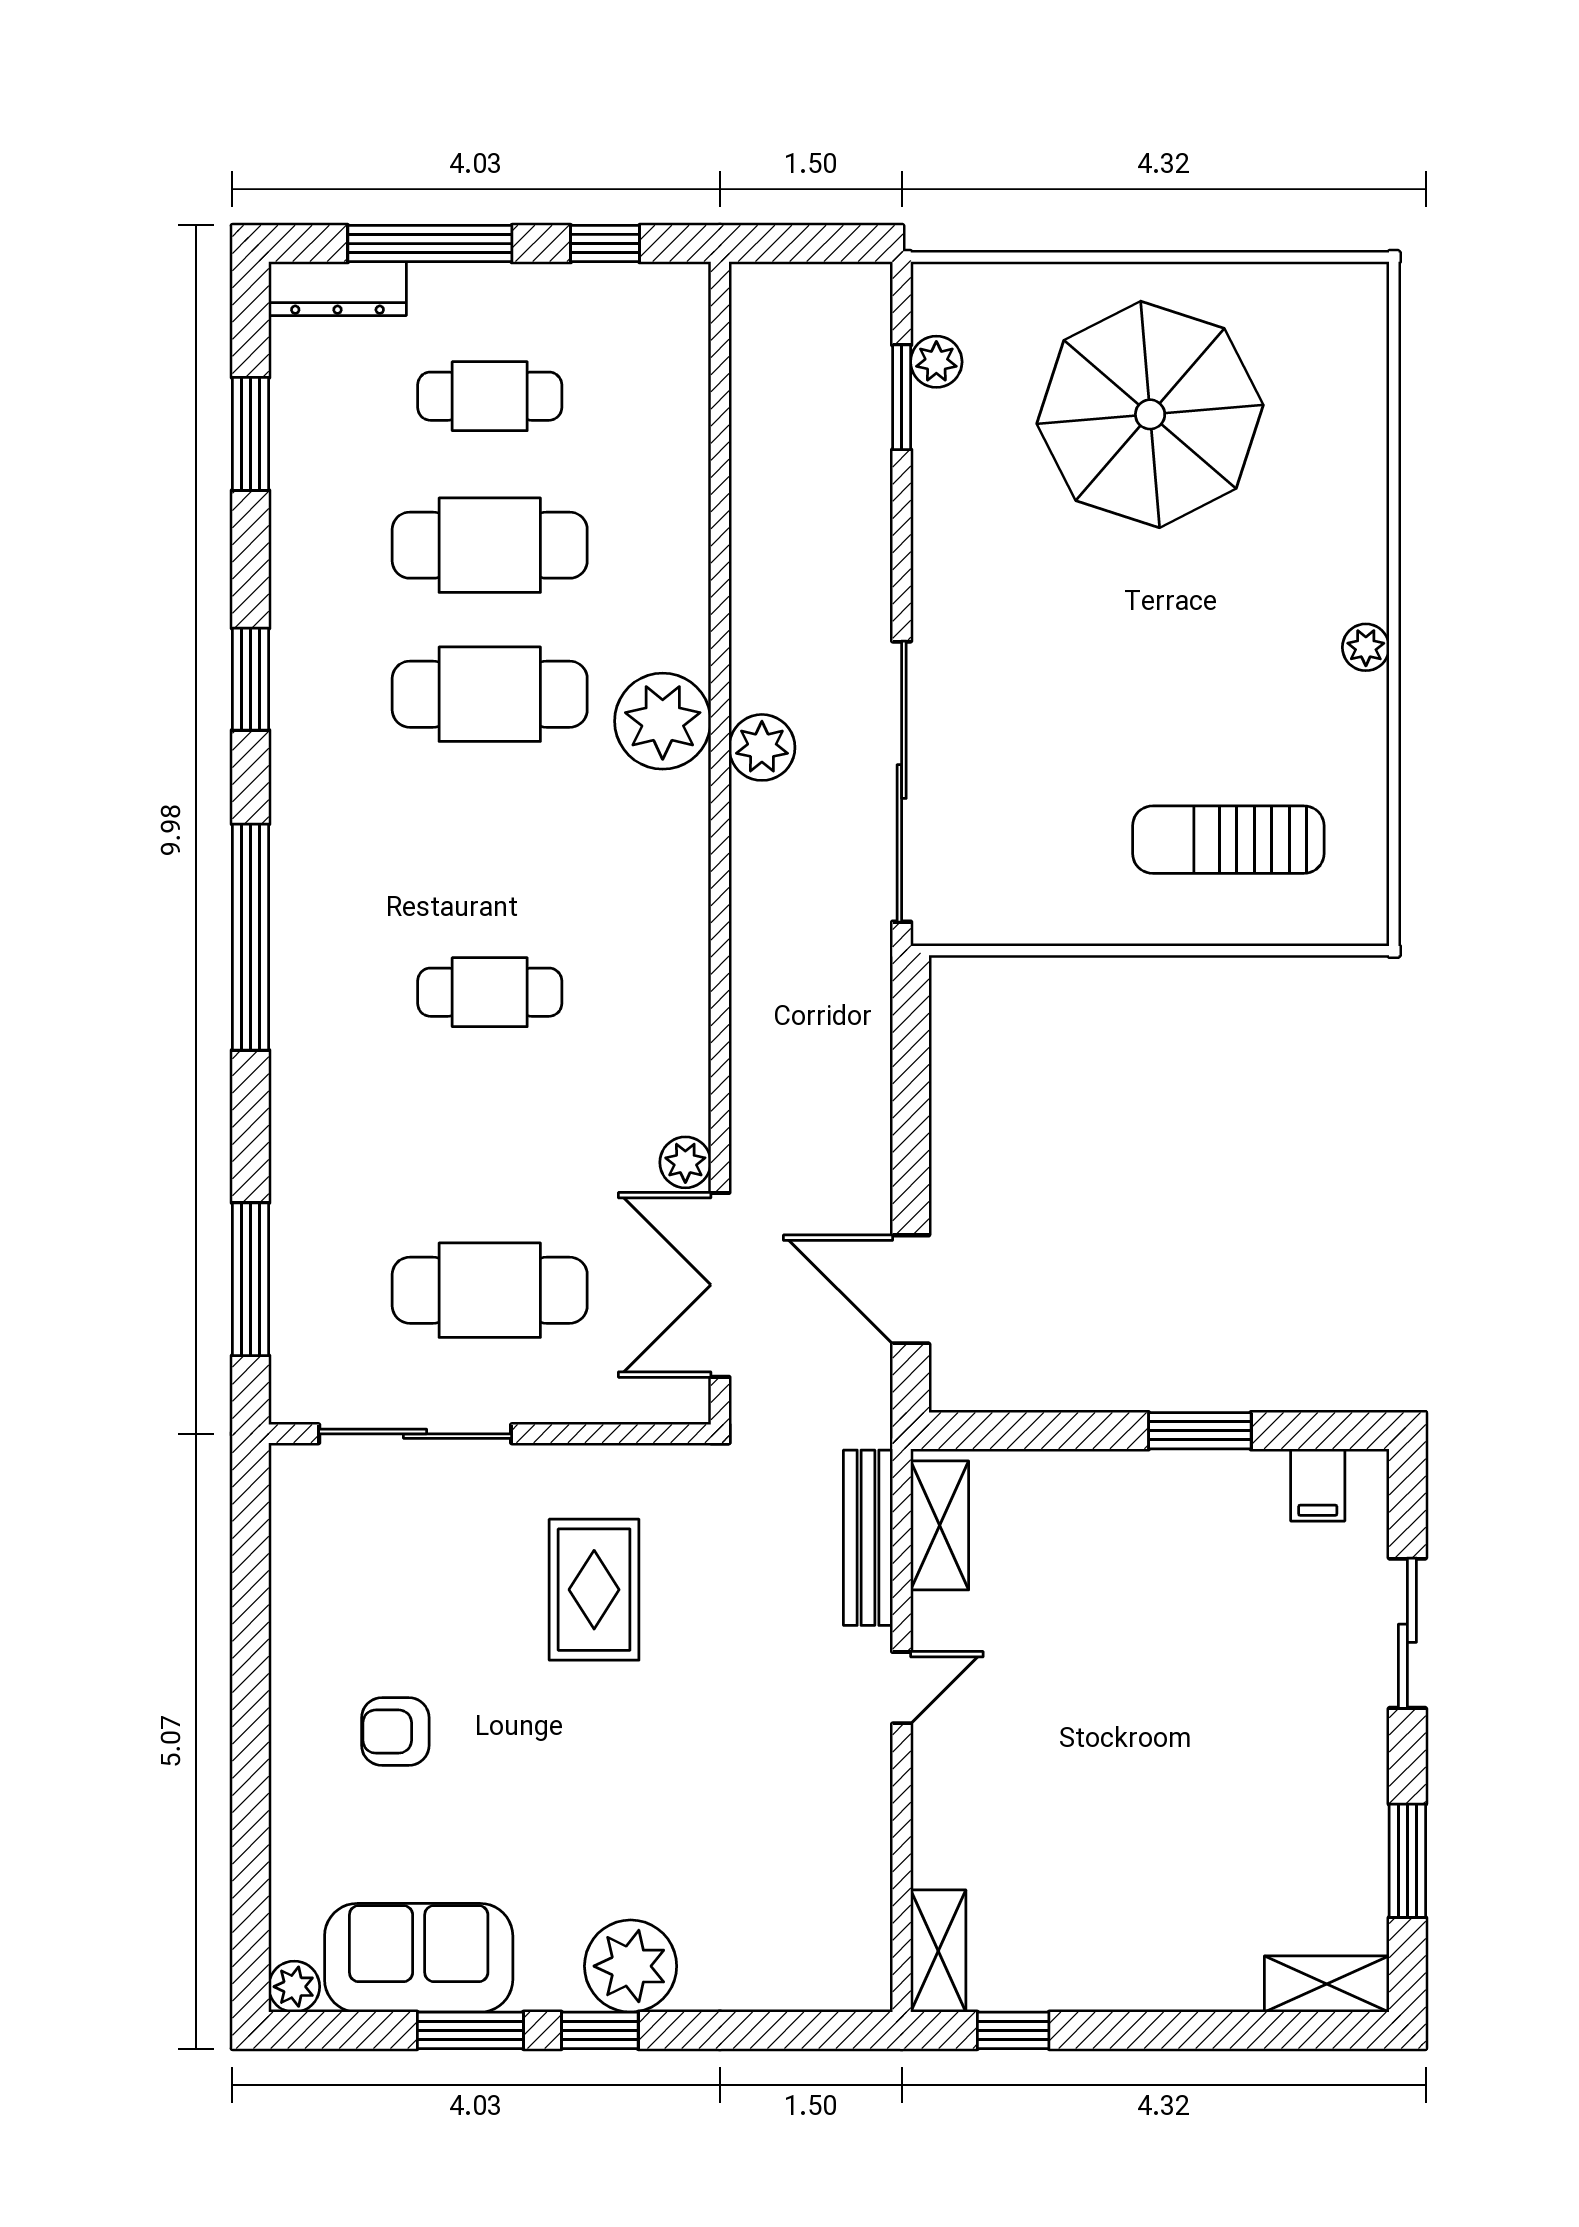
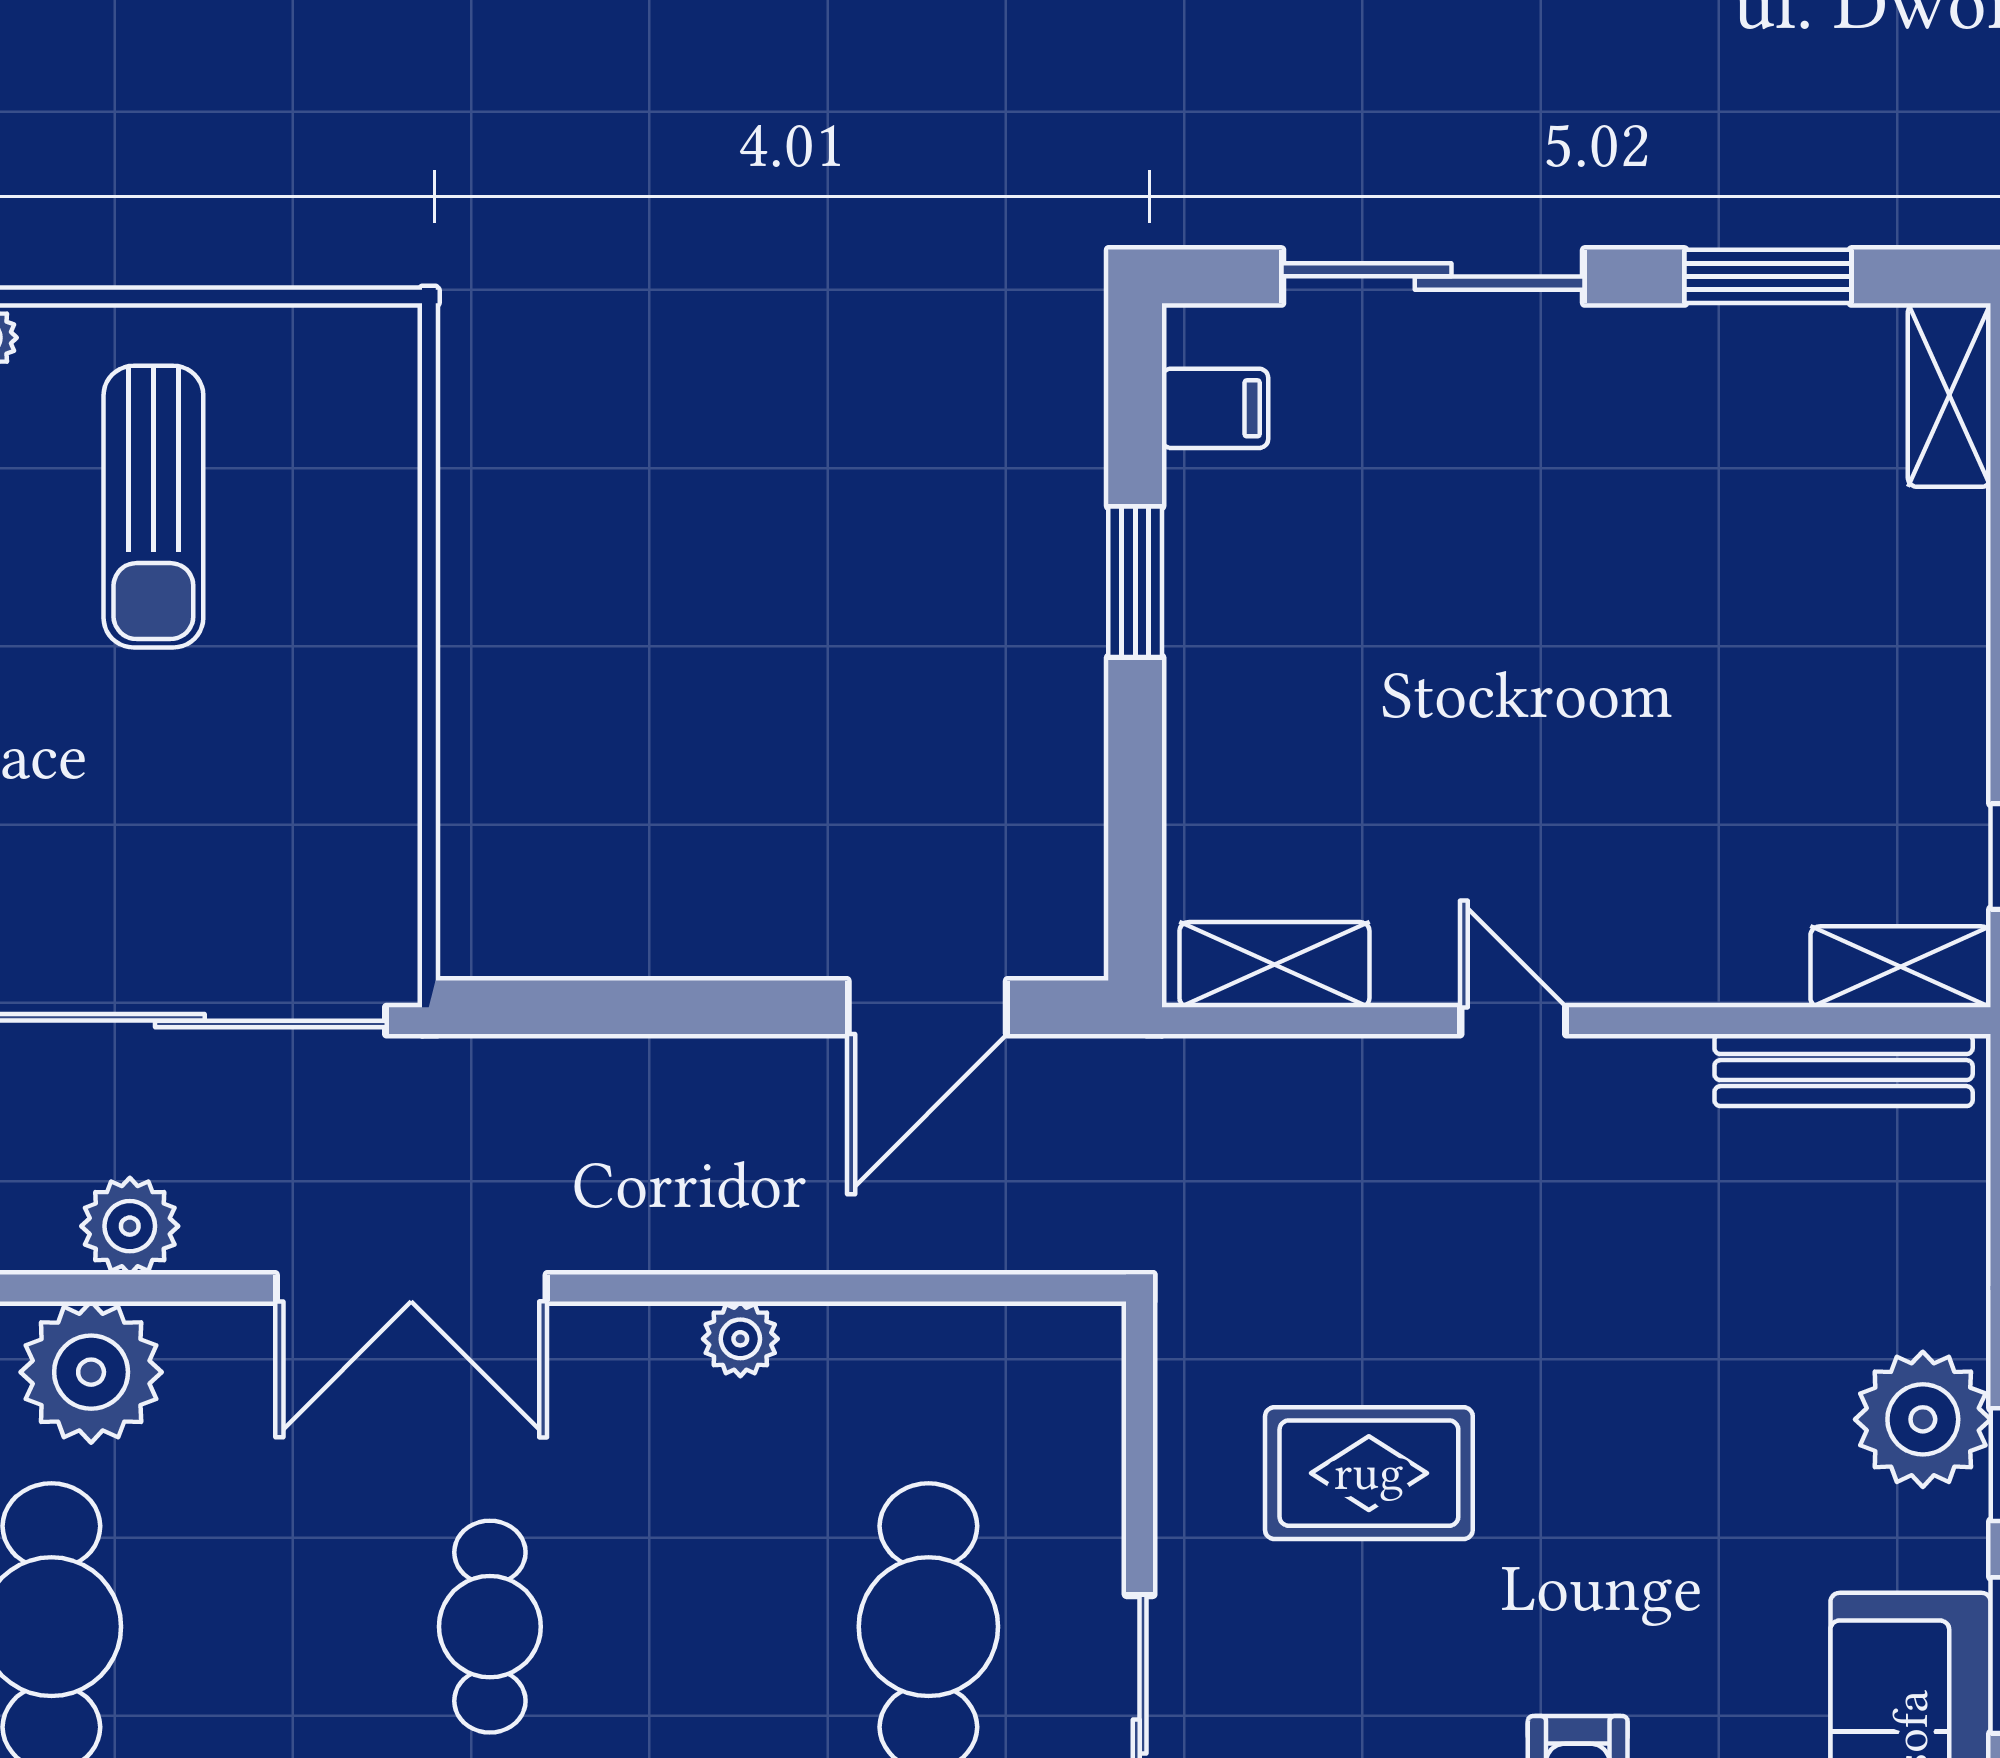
sun lounger: (1228, 840) -> (153, 507), moved
double door: (720, 1285) -> (411, 1288), moved
bench: (868, 1538) -> (1844, 1070), moved
sliding door: (1407, 1633) -> (1433, 276), width x1.37

